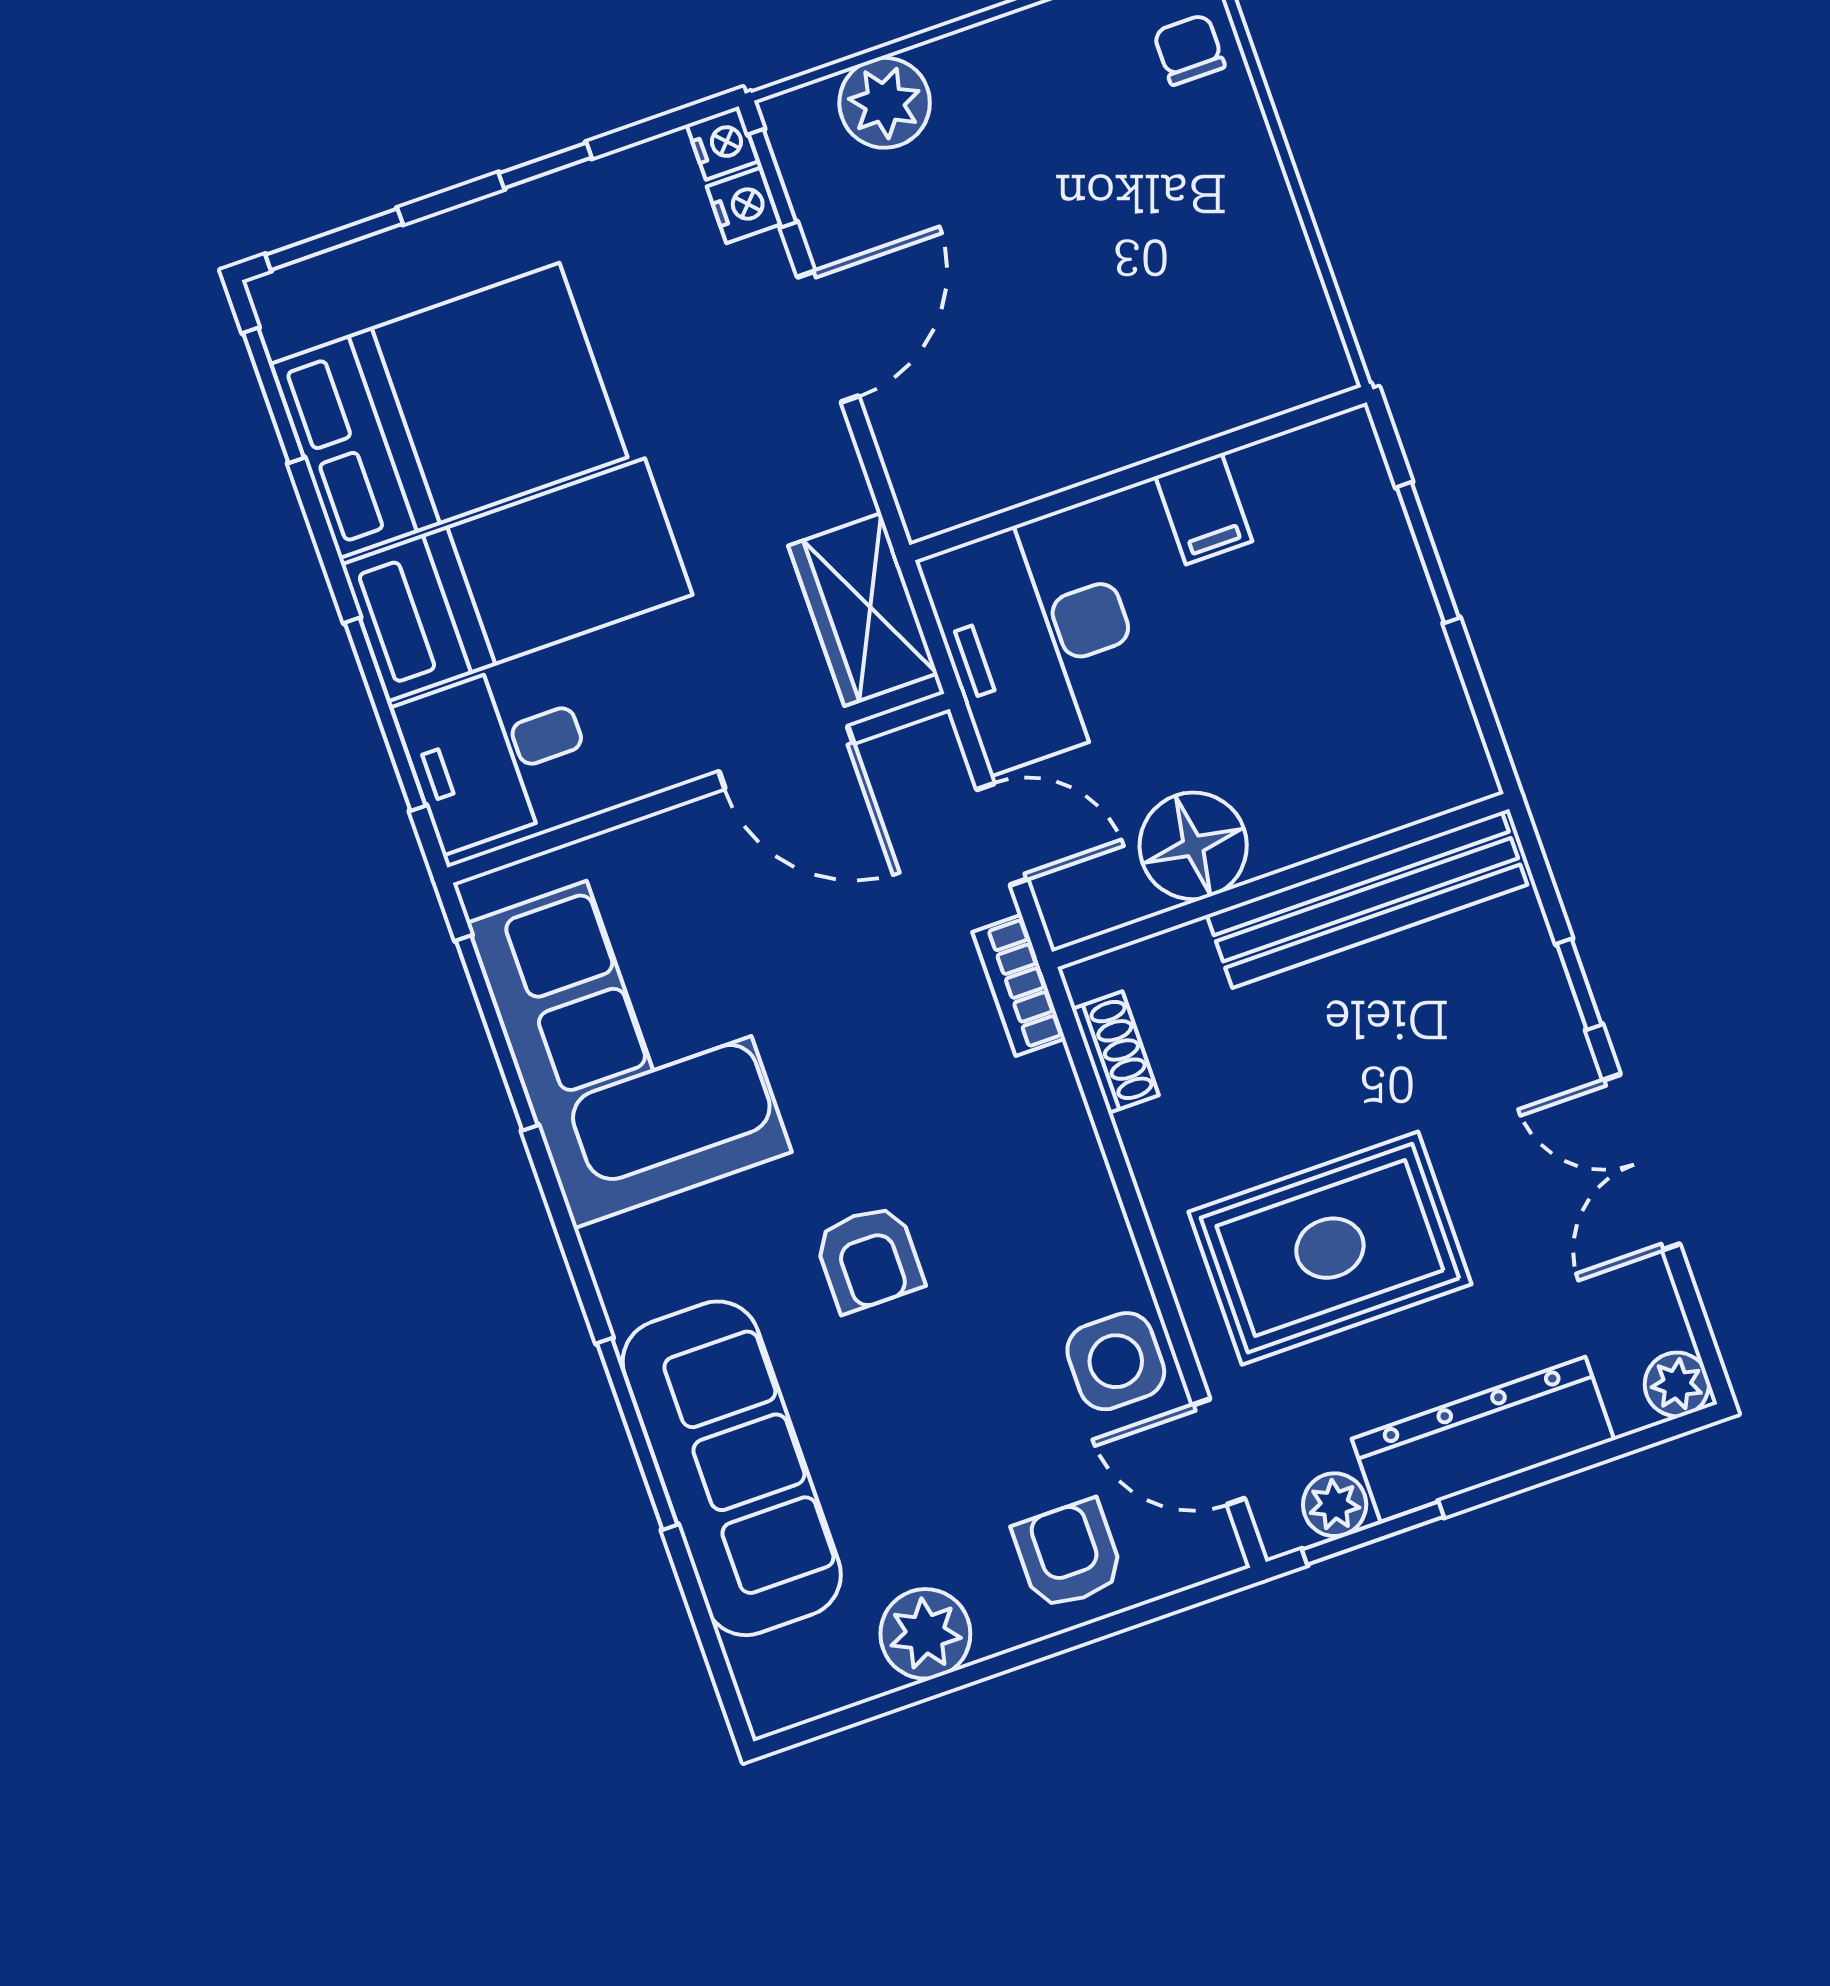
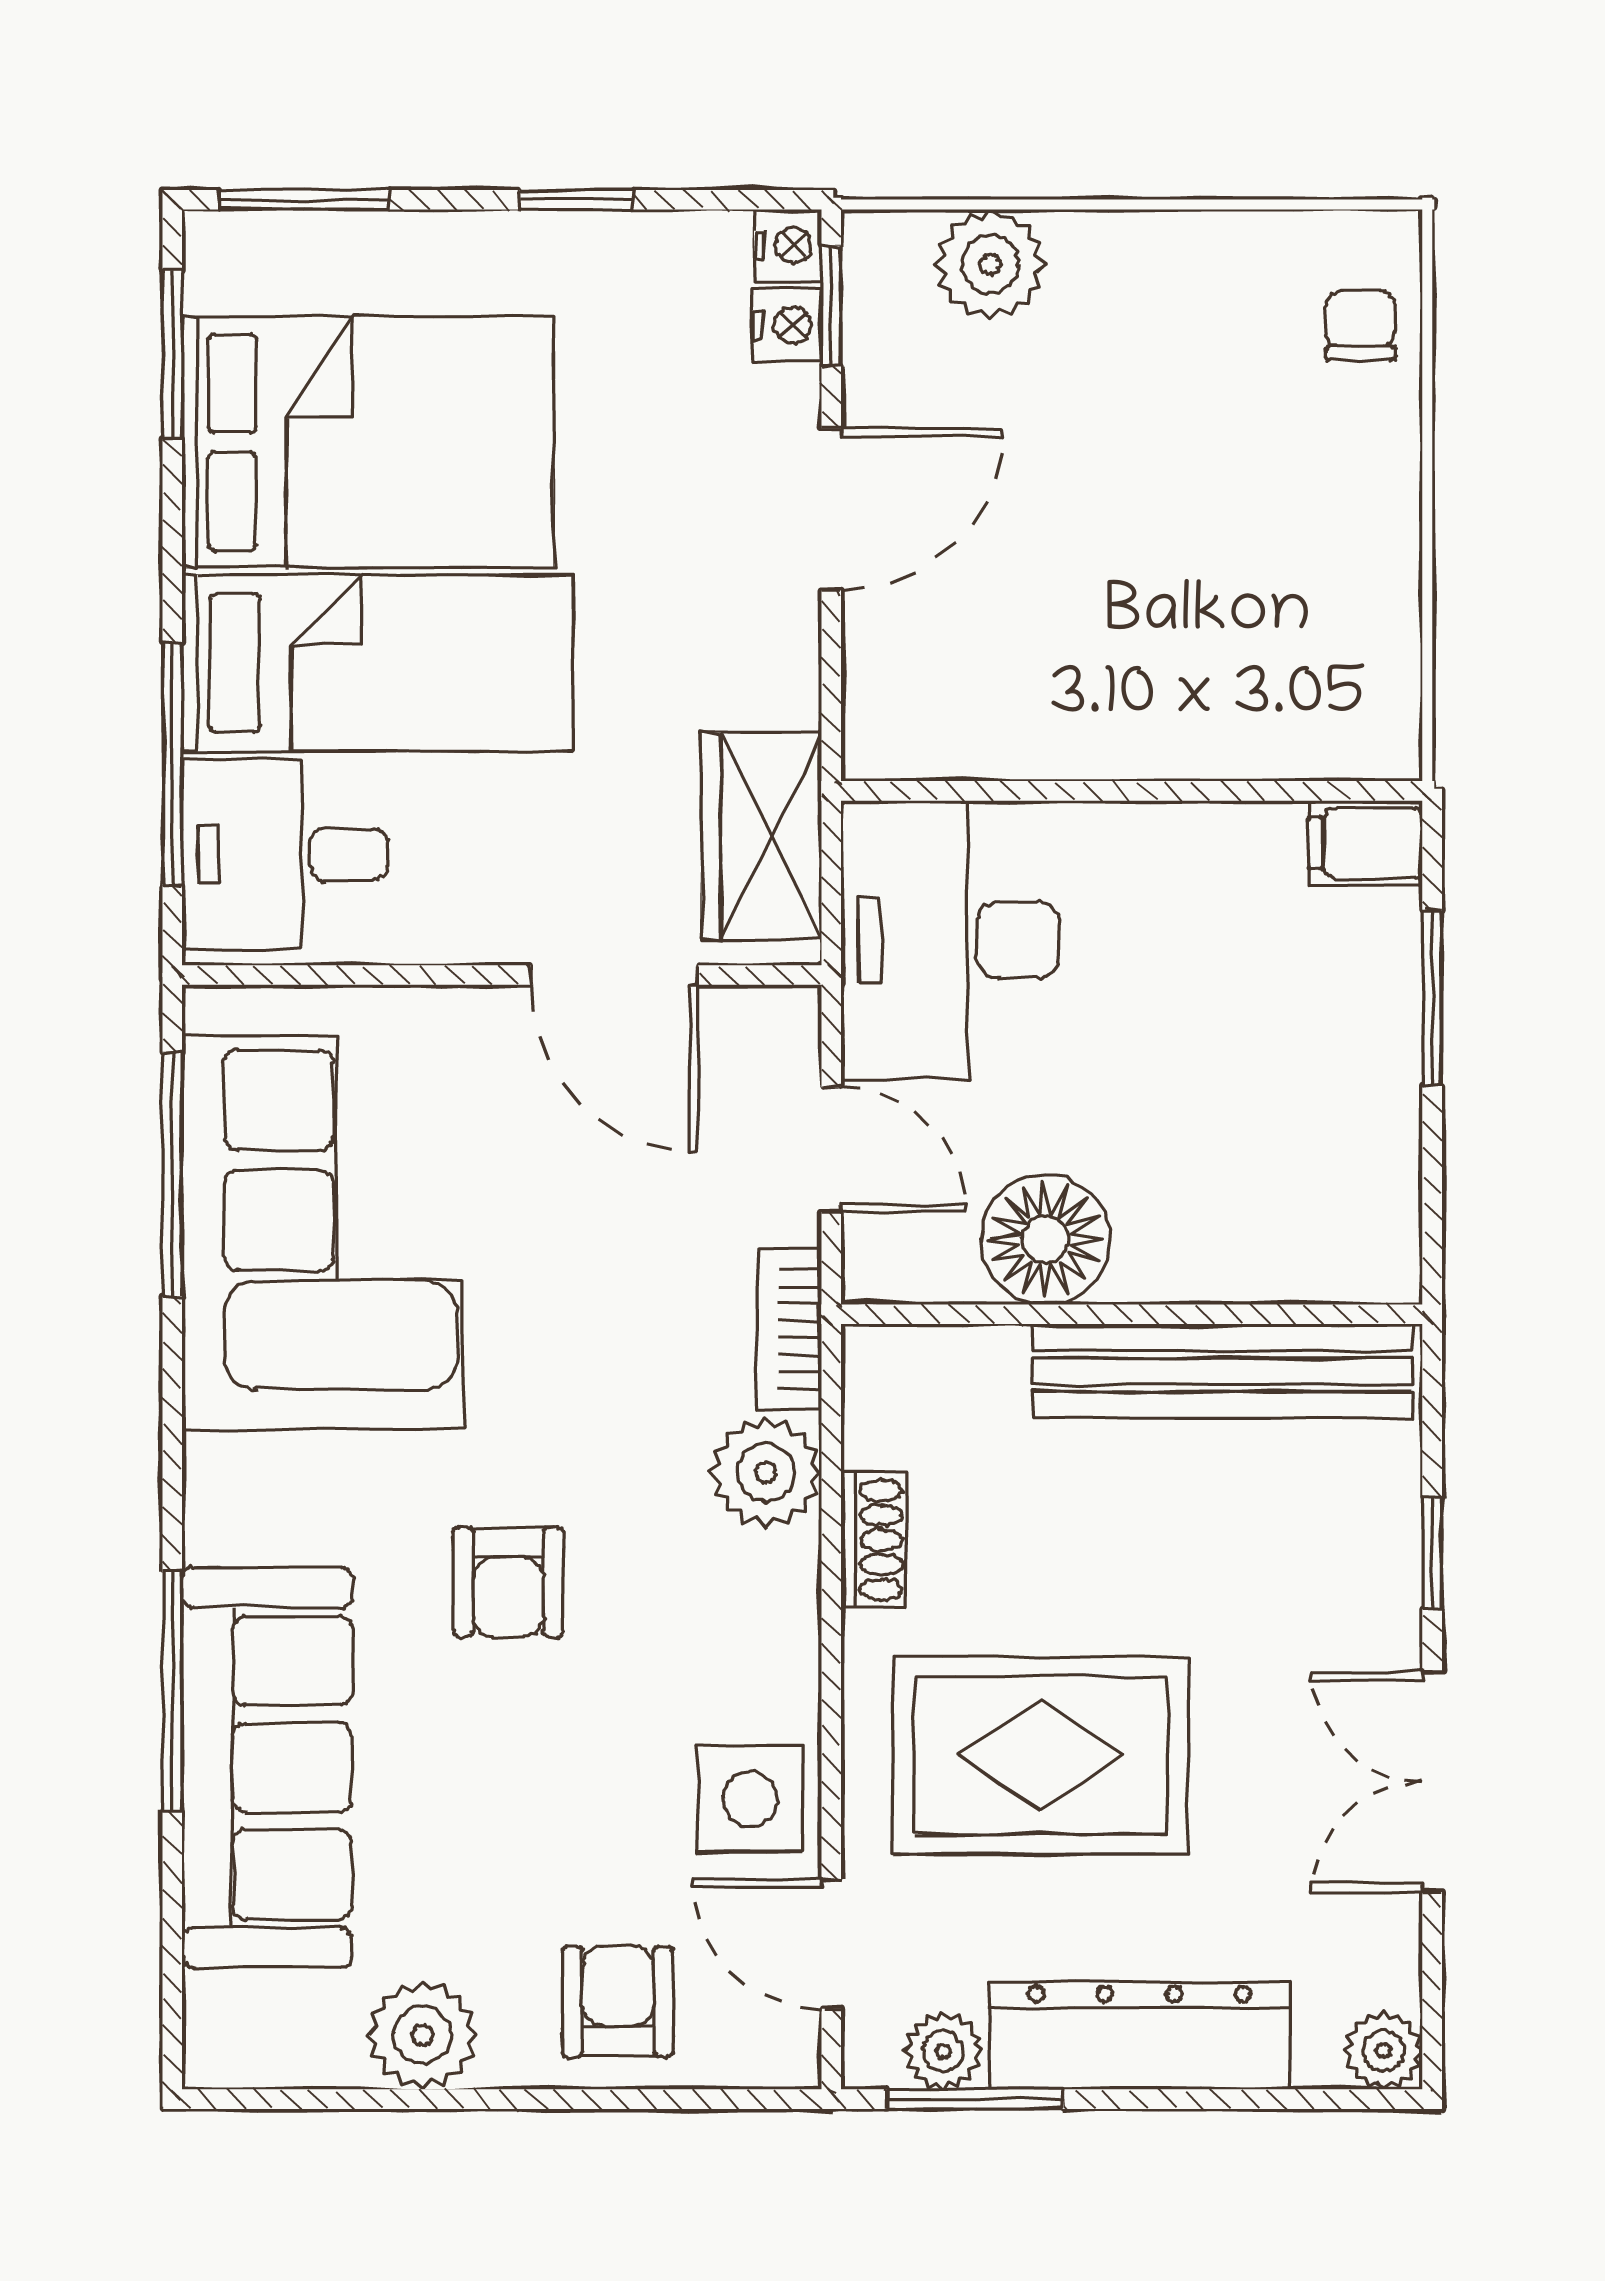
filing cabinet: (1204, 509) -> (1366, 843), moved, turned 90
shoe rack: (1115, 1052) -> (874, 1540), moved
plant: (1039, 1103) -> (766, 1472), added

